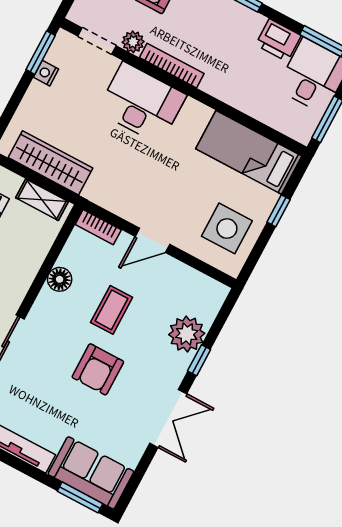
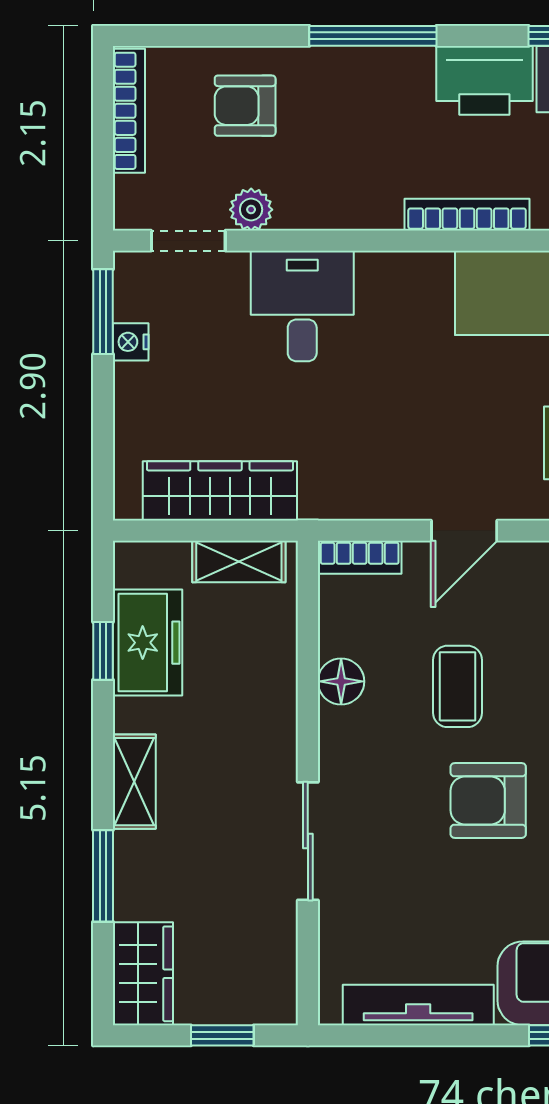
printer: (278, 40) -> (484, 80), width x1.37, depth x1.19
bookcase: (172, 66) -> (467, 215), moved
desk: (142, 103) -> (302, 306), width x0.73
armchair: (98, 369) -> (488, 800), turned 90

